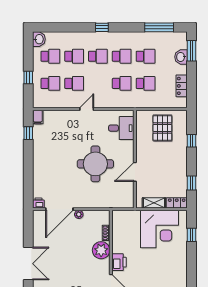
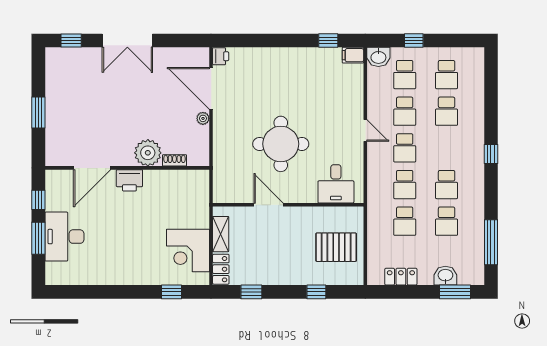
washbasin: (39, 39) -> (378, 57), moved
school desk: (98, 56) -> (405, 148), moved
corner desk: (160, 229) -> (188, 250), width x0.74, depth x0.74

